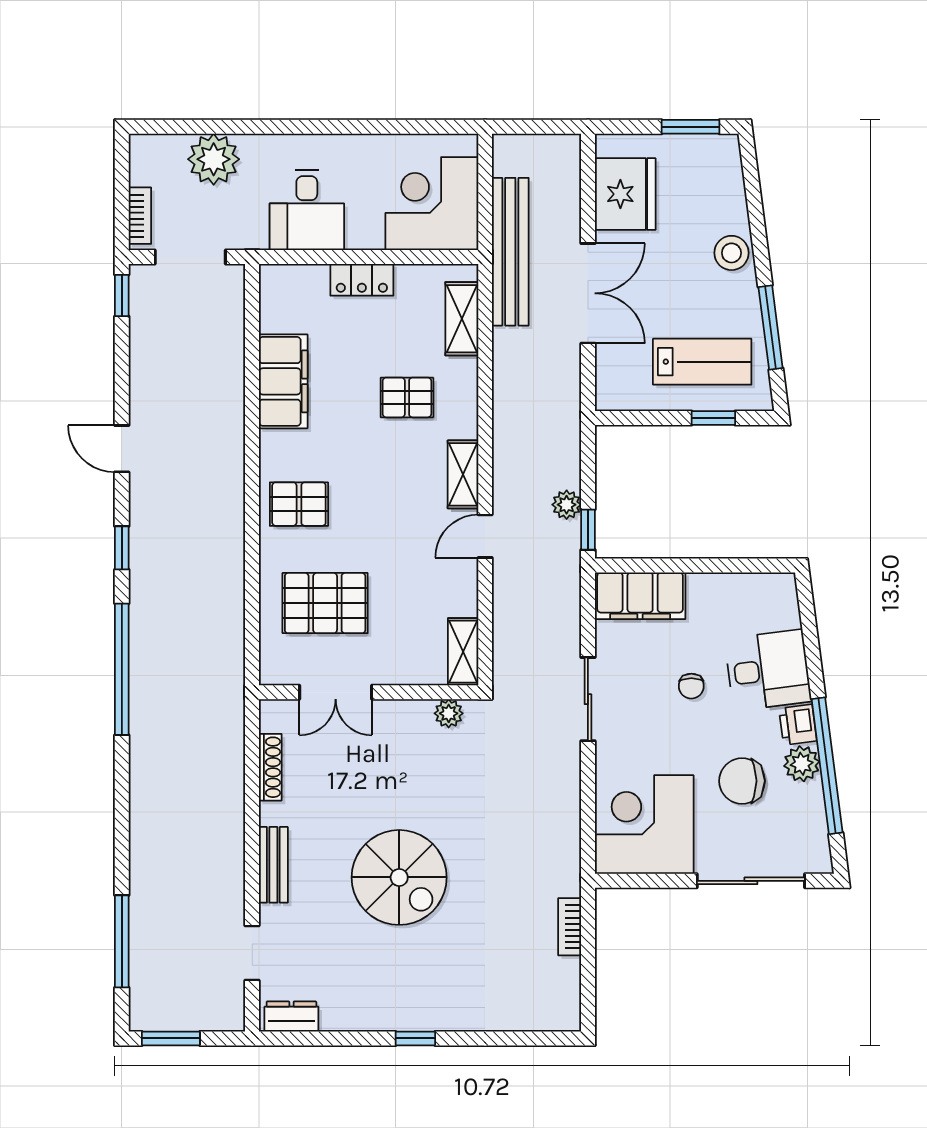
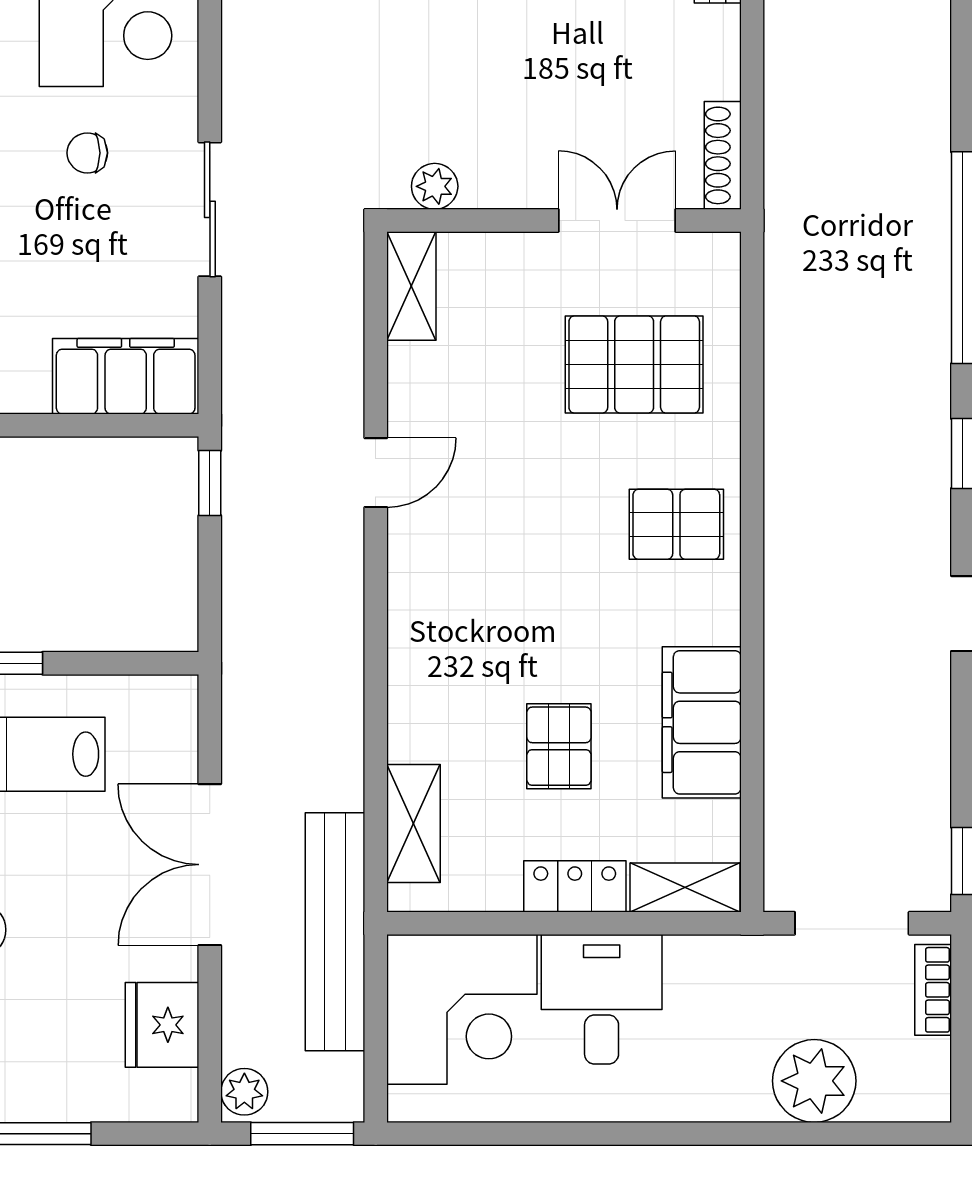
window: (531, 127) -> (302, 1134), added
fridge: (625, 194) -> (162, 1025), width x0.73, depth x0.75
desk: (307, 210) -> (602, 999), moved
pallet: (407, 397) -> (559, 746), moved, turned 90
shelving: (463, 474) -> (685, 888), moved, turned 90
plant: (567, 505) -> (244, 1092), moved
chair: (691, 686) -> (87, 153), moved, turned -90
shoe rack: (270, 767) -> (723, 155), moved

